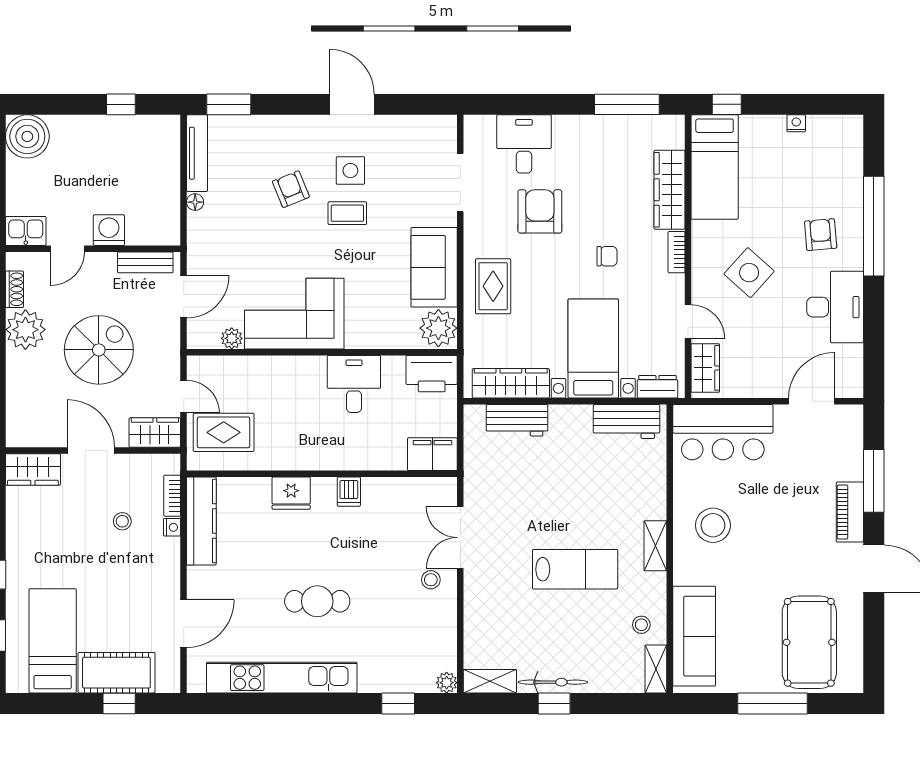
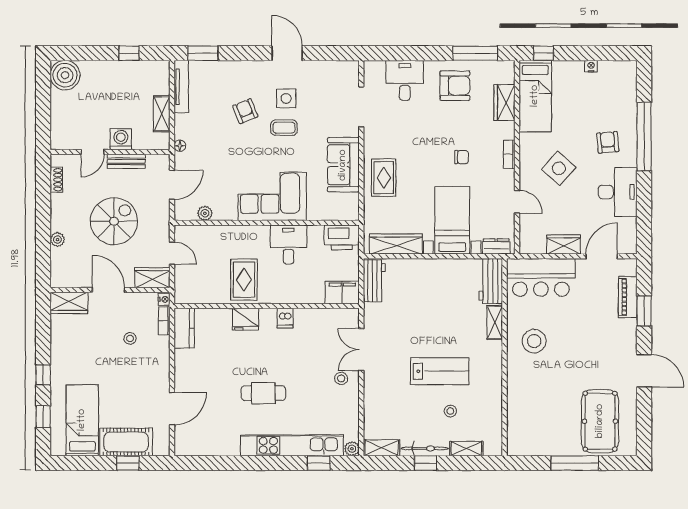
wardrobe: (670, 190) -> (504, 103), width x0.67
shelving: (169, 193) -> (162, 114), added
floor lamp: (195, 202) -> (180, 146), moved
armchair: (540, 211) -> (455, 86), moved, turned 90
kitchen sink: (26, 231) -> (64, 140), removed
bench: (145, 262) -> (126, 161), moved
corner sofa: (294, 314) -> (272, 196), moved
plant: (438, 328) -> (346, 206), removed
plant: (25, 330) -> (57, 240), moved, width x0.53, depth x0.53
wardrobe: (705, 368) -> (564, 245), moved, turned -90
workbench: (517, 420) -> (374, 281), moved, turned -90
workbench: (627, 422) -> (491, 281), moved, turned 90
rug: (224, 432) -> (244, 280), moved, turned 90
window: (874, 481) -> (644, 311), width x0.69
piano: (850, 512) -> (628, 297), moved
kitchen counter: (201, 521) -> (184, 328), width x0.67
nightstand: (172, 527) -> (164, 299), moved
shelving: (655, 546) -> (495, 322), moved
stool: (641, 625) -> (450, 411), moved
sofa: (694, 636) -> (521, 417), removed
shelving: (656, 669) -> (466, 449), moved, turned 90
kitchen unit: (282, 678) -> (292, 445), moved

